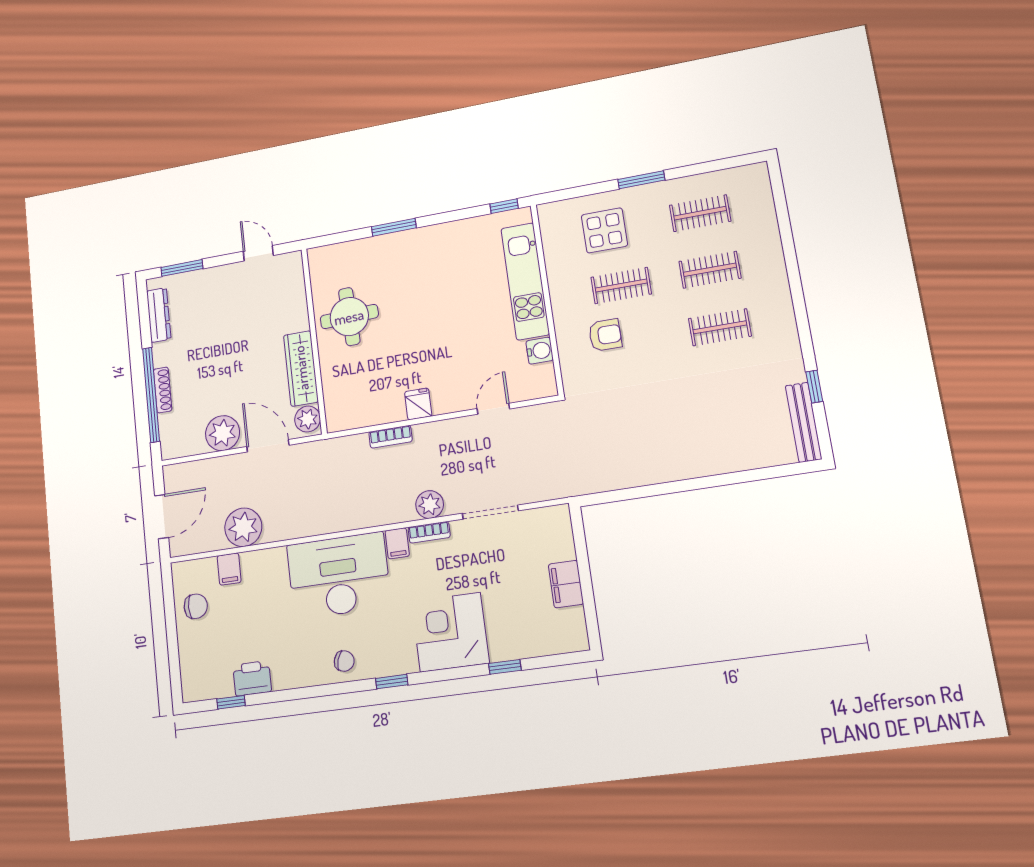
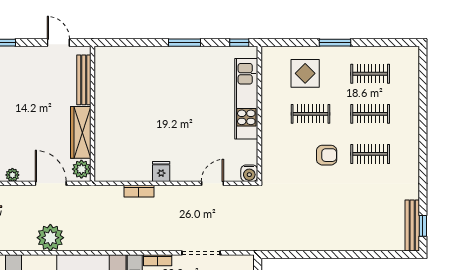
window: (394, 227) -> (184, 43), moved
bench: (297, 297) -> (84, 80), added
round table: (349, 317) -> (120, 101), removed
armchair: (605, 335) -> (327, 155), moved
water cooler: (540, 351) -> (249, 173), moved, turned 90
window: (814, 387) -> (423, 226), moved
plant: (223, 433) -> (12, 175), width x0.53, depth x0.53
plant: (430, 505) -> (160, 242), removed
plant: (243, 527) -> (50, 238), moved

